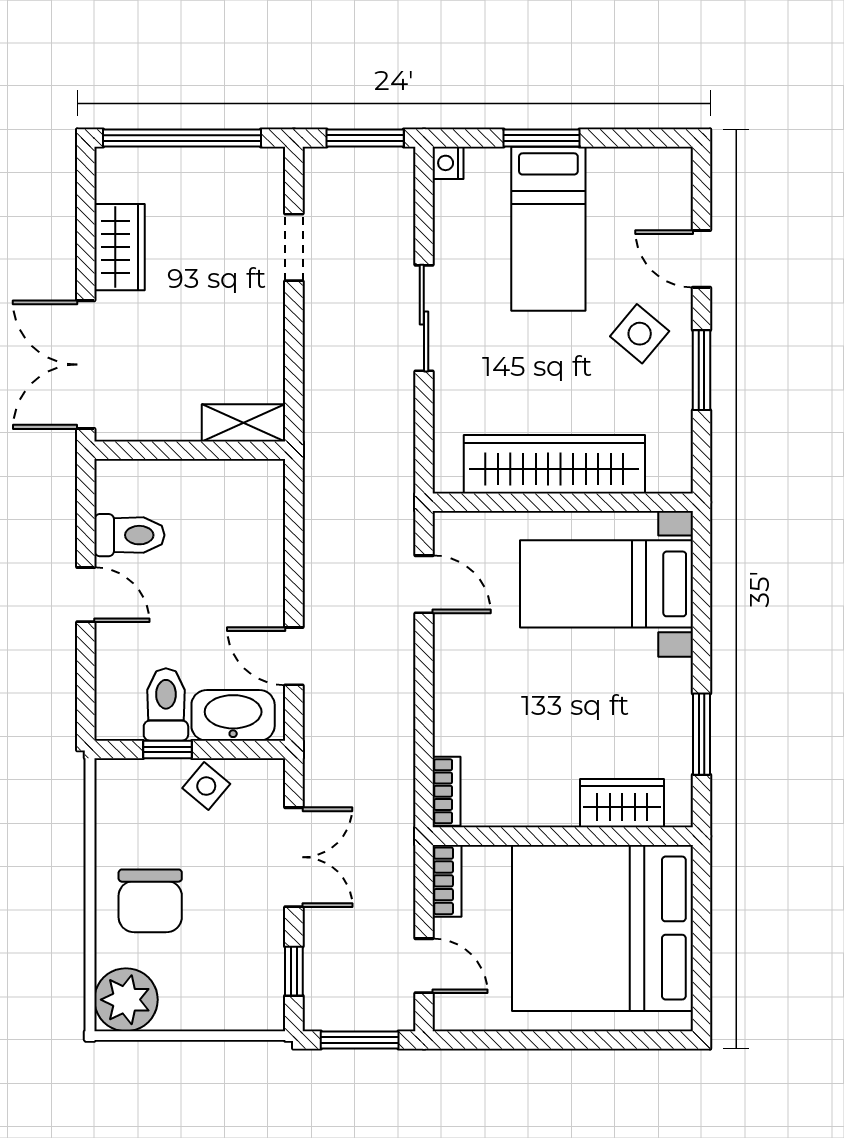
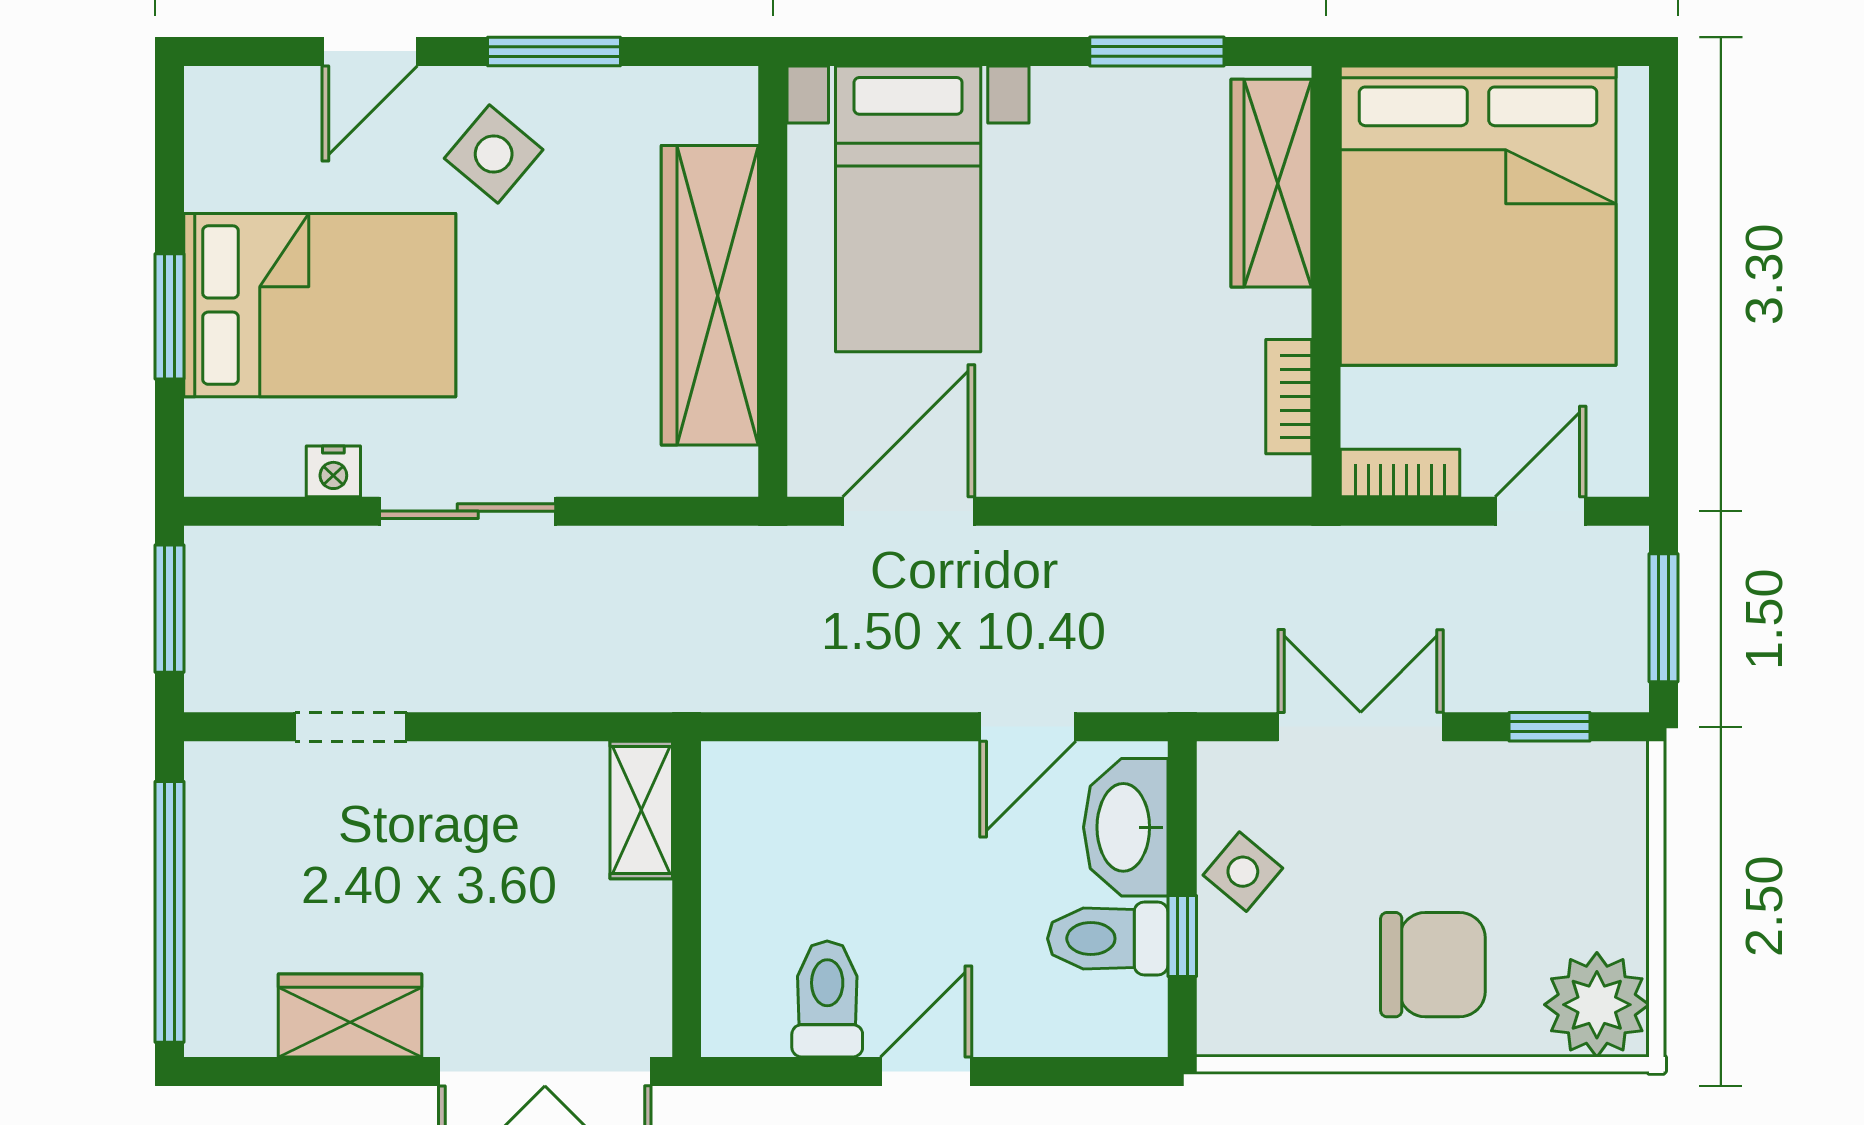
nightstand: (448, 163) -> (333, 471), moved
bed: (548, 229) -> (320, 305), width x1.50
door: (424, 584) -> (909, 511), width x1.38
bookcase: (446, 791) -> (1289, 397), moved, turned -90
wardrobe: (622, 803) -> (1271, 183), width x1.50

